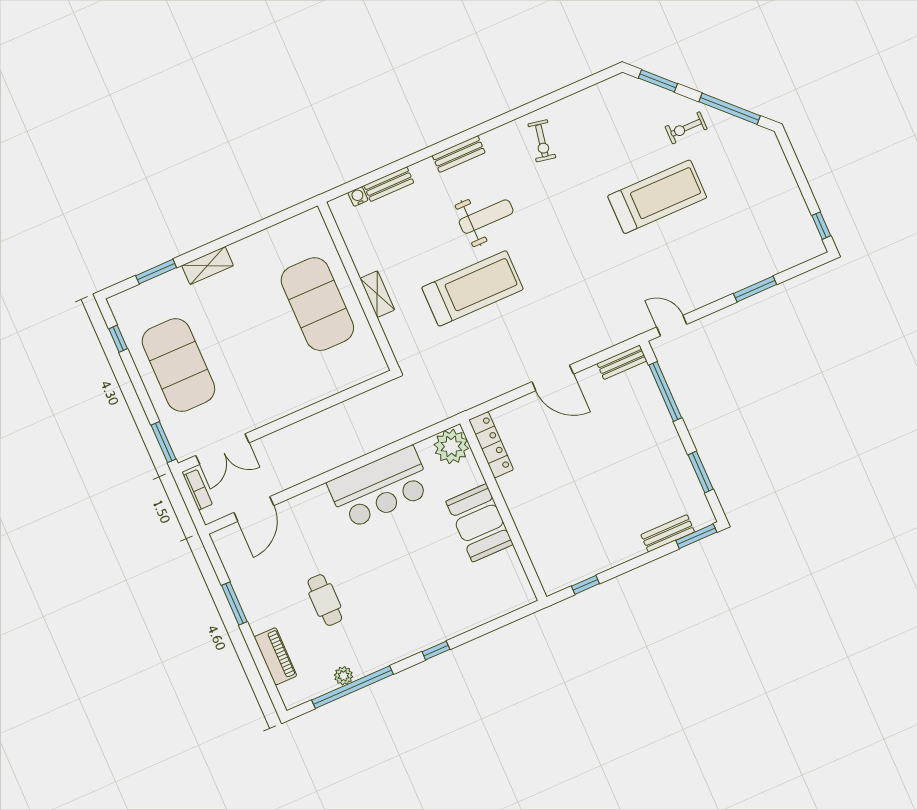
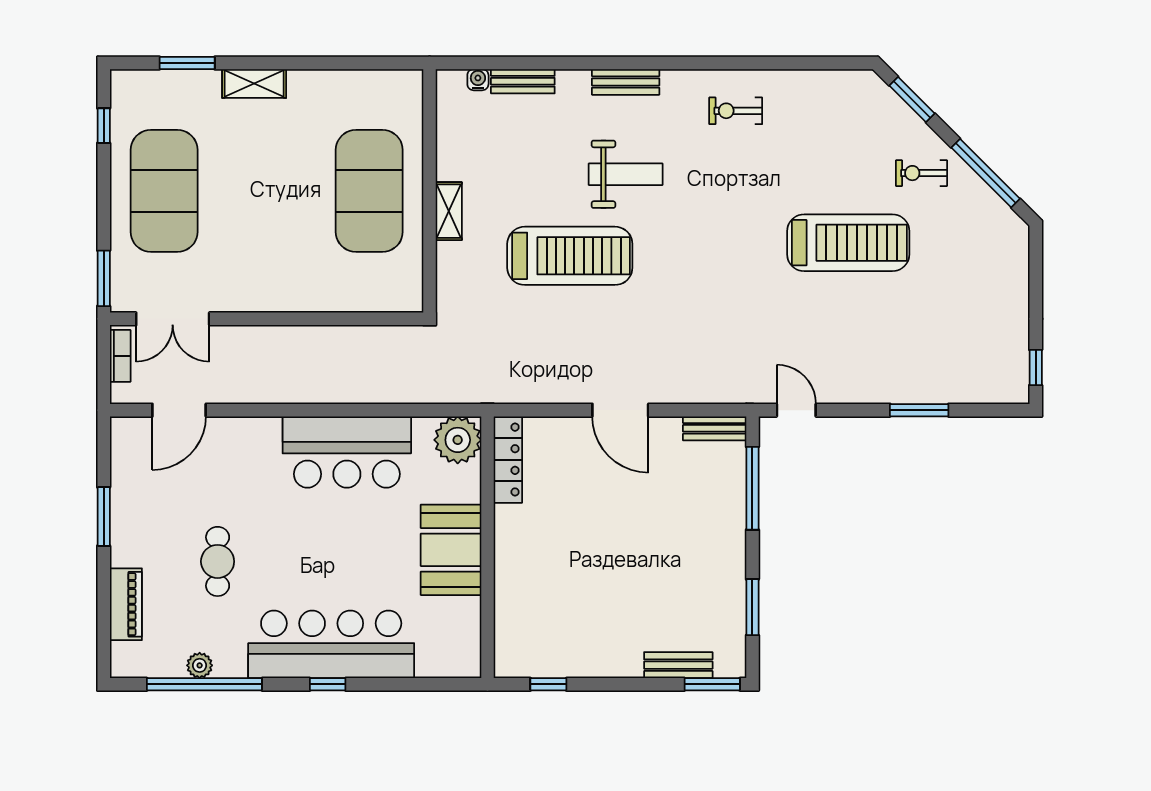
exercise bike: (542, 141) -> (736, 111), turned 79
bar counter: (426, 622) -> (331, 644), added

